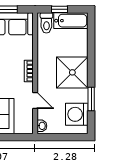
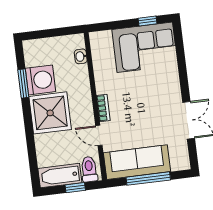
door: (35, 101) -> (99, 135), moved
washing machine: (77, 114) -> (41, 80), moved
washbasin: (42, 126) -> (81, 56), moved

